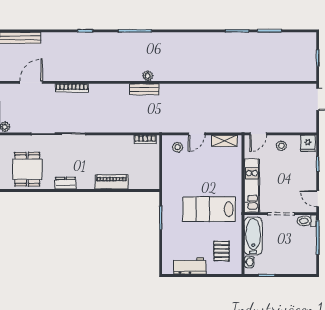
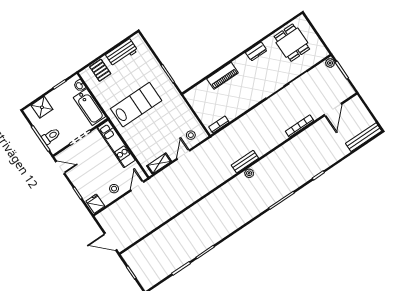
toilet: (307, 221) -> (51, 136), moved
pallet: (222, 251) -> (100, 70), moved
shower: (297, 265) -> (42, 107), added

